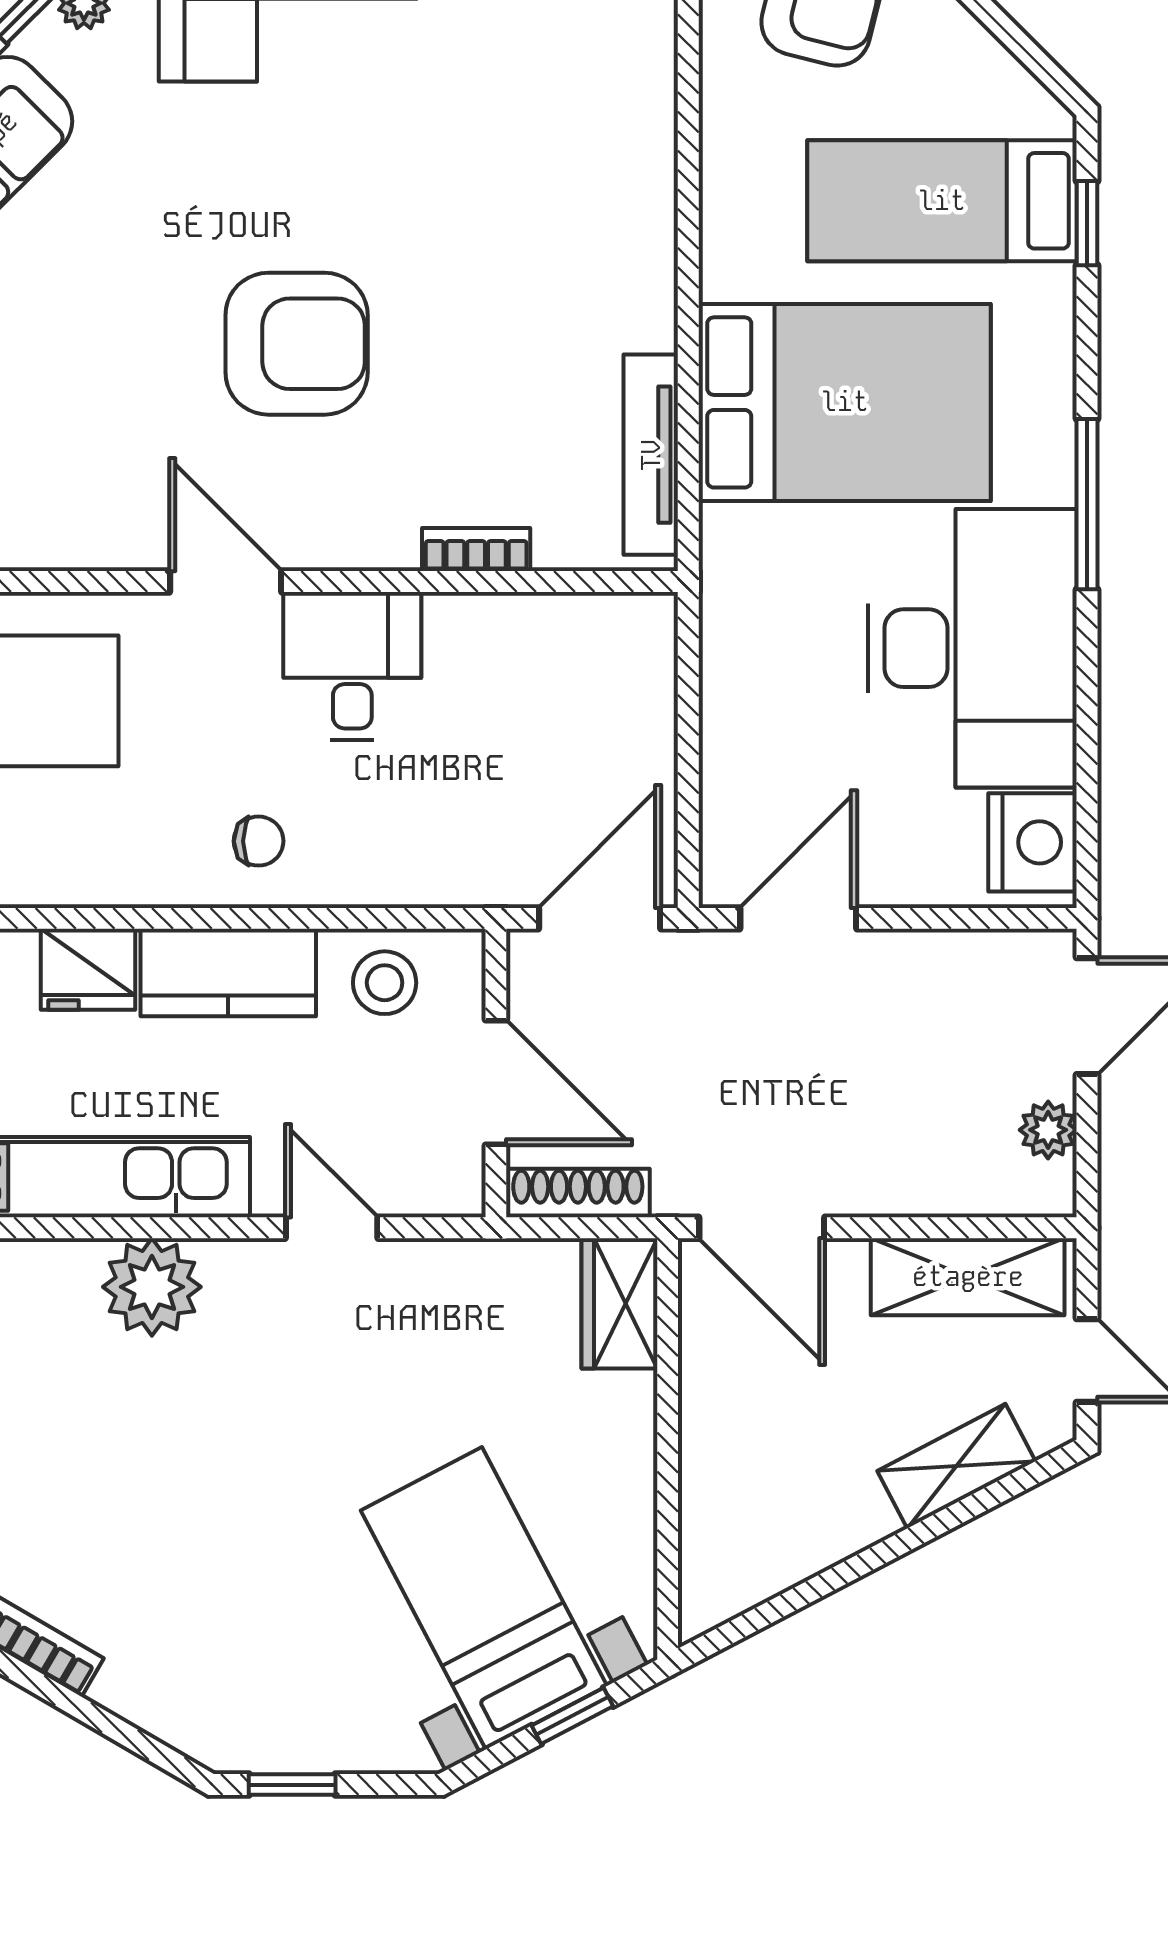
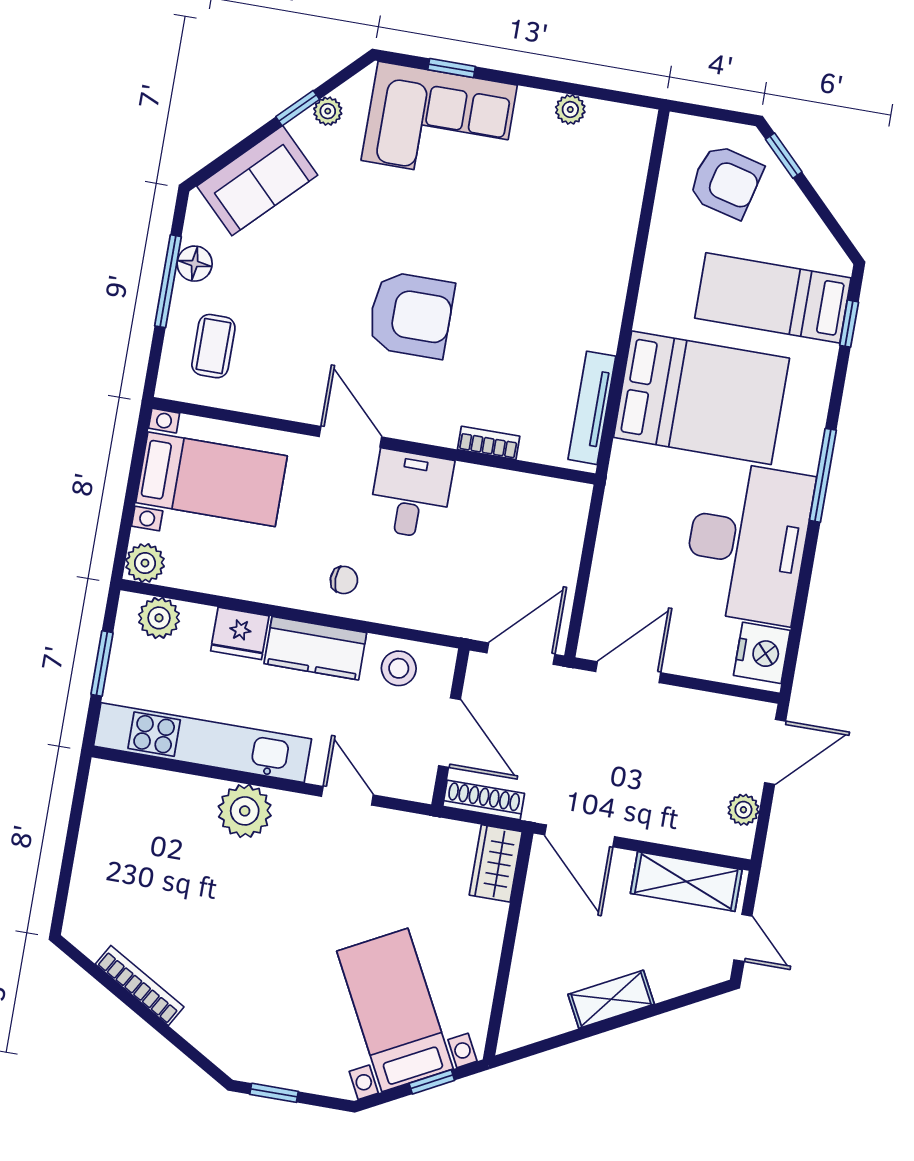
shelving: (956, 1466) -> (611, 999), moved

